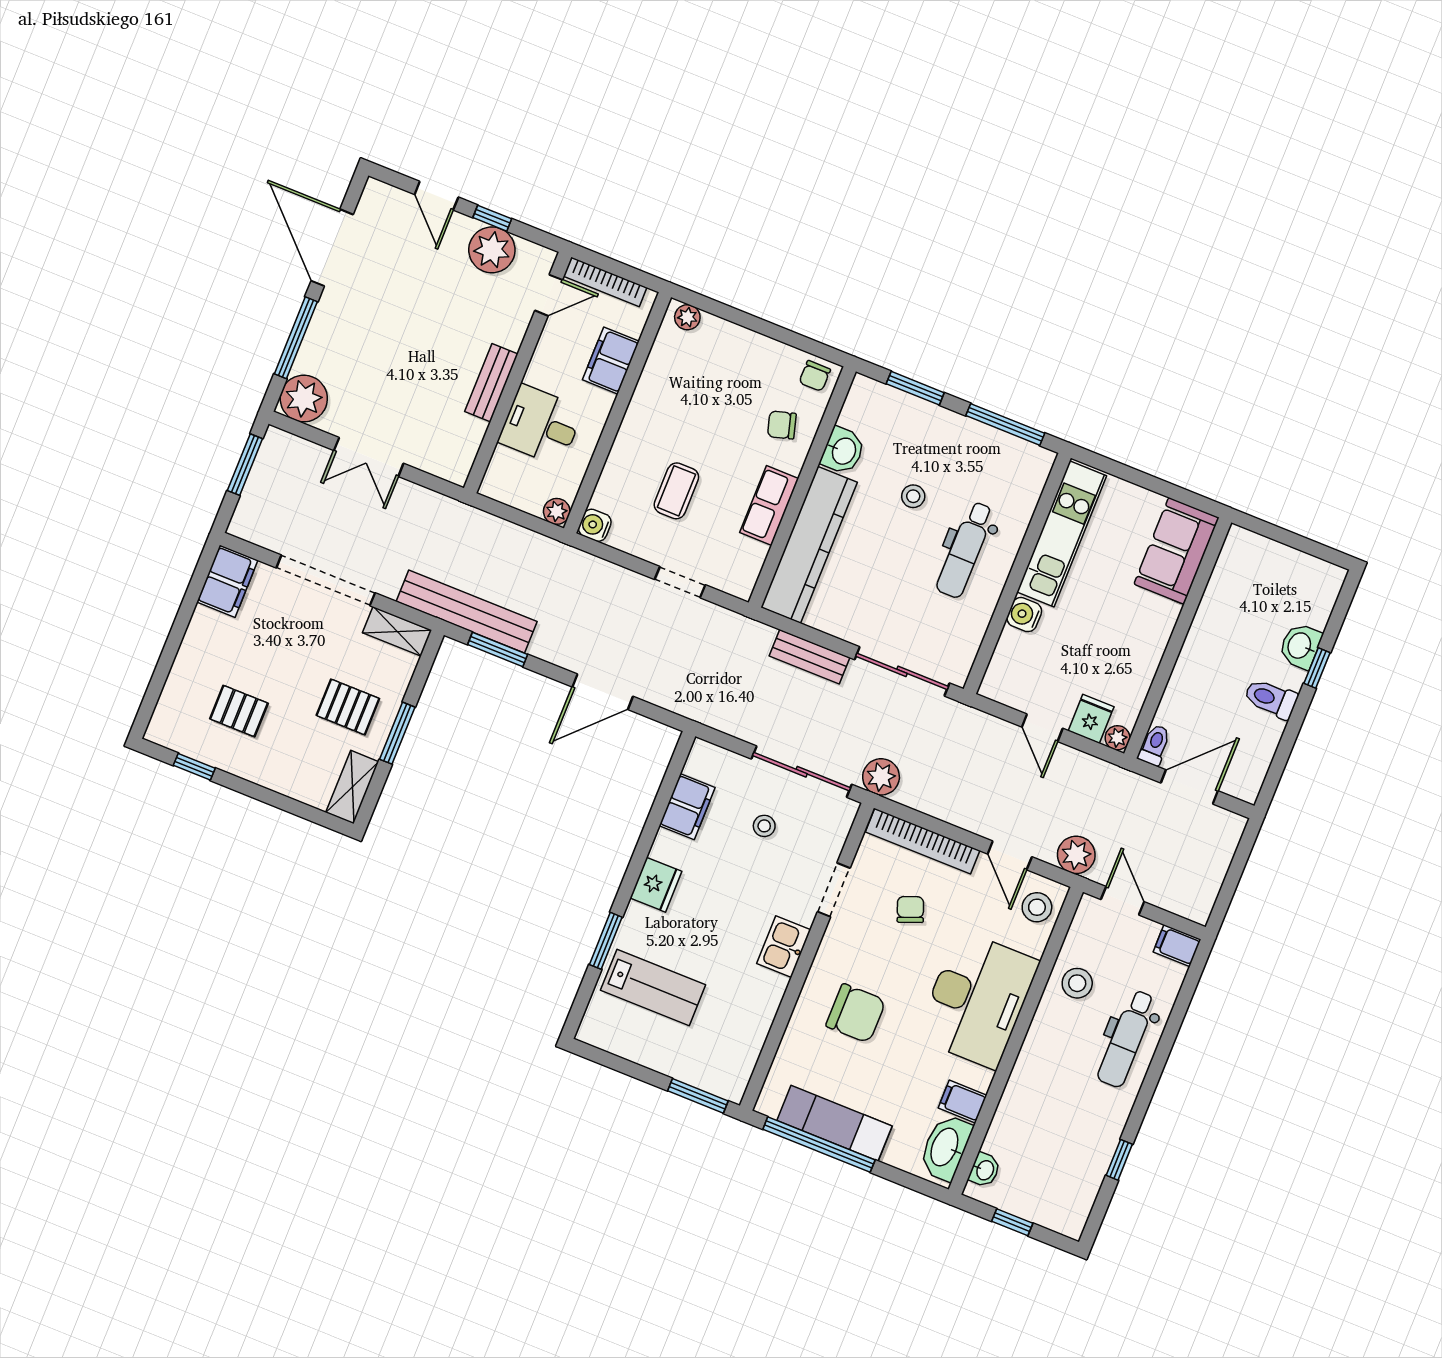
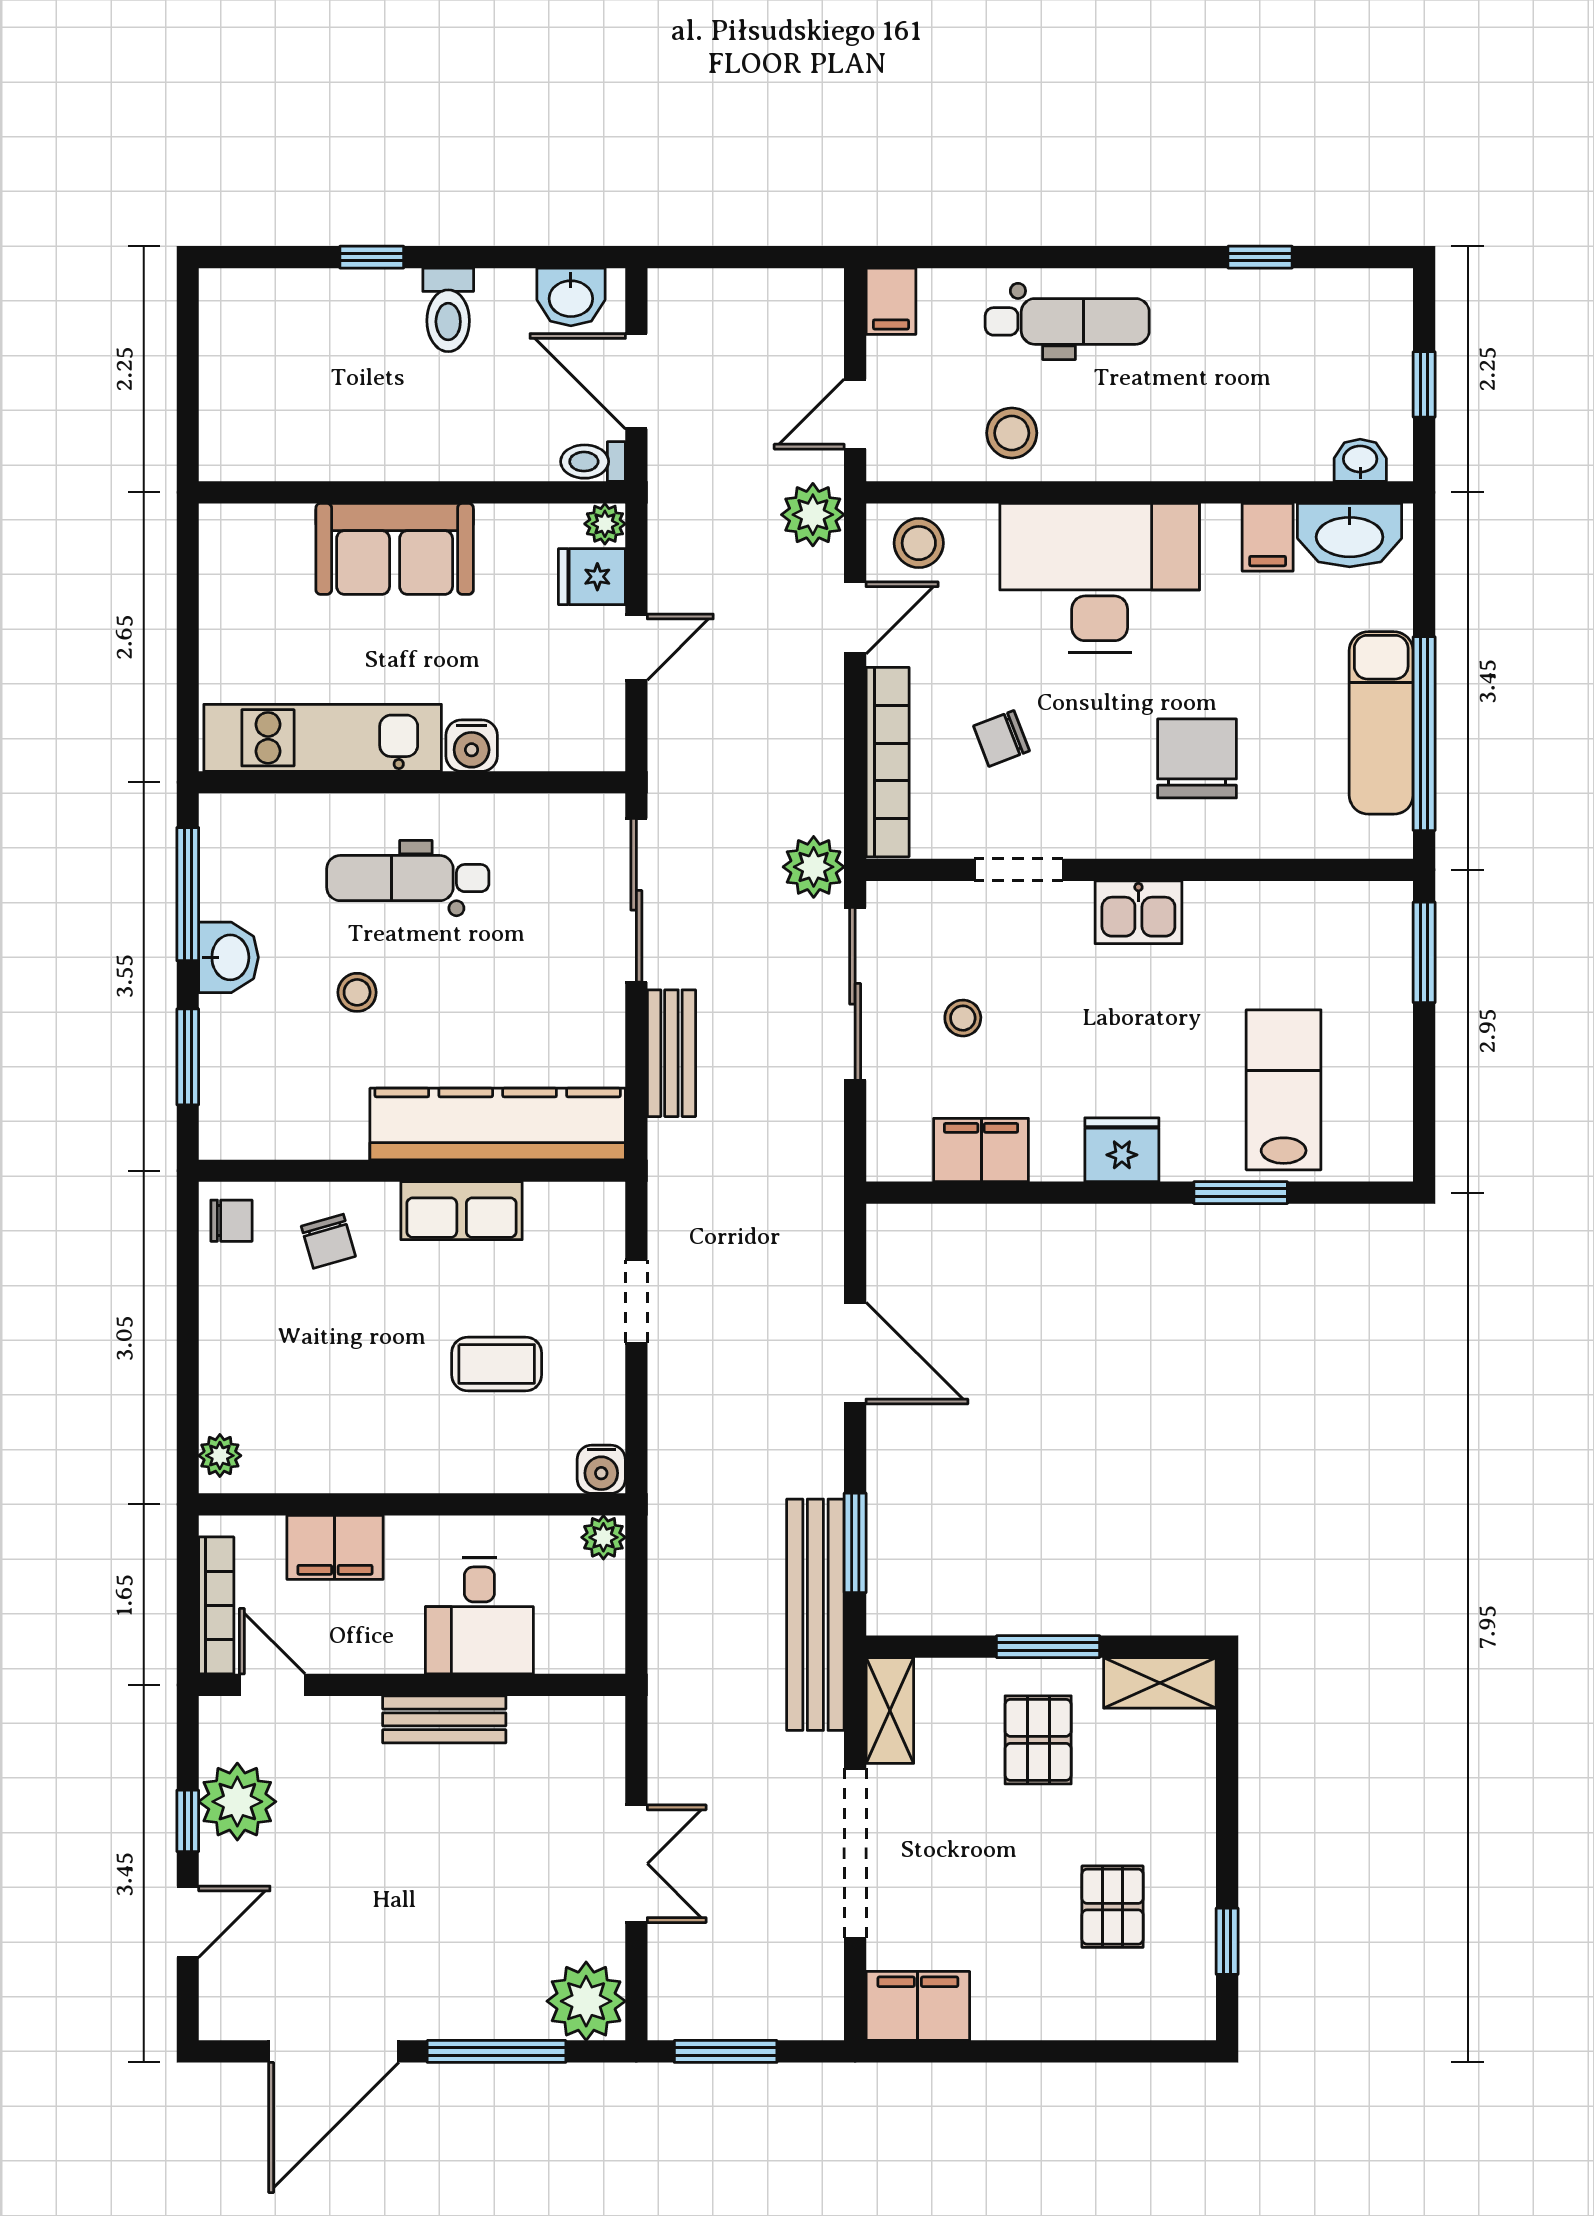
washbasin: (843, 451) -> (228, 957), moved, turned 90
dental chair: (965, 550) -> (408, 878), turned 180
sofa: (1176, 551) -> (395, 549), moved
washbasin: (1300, 646) -> (571, 297), moved

